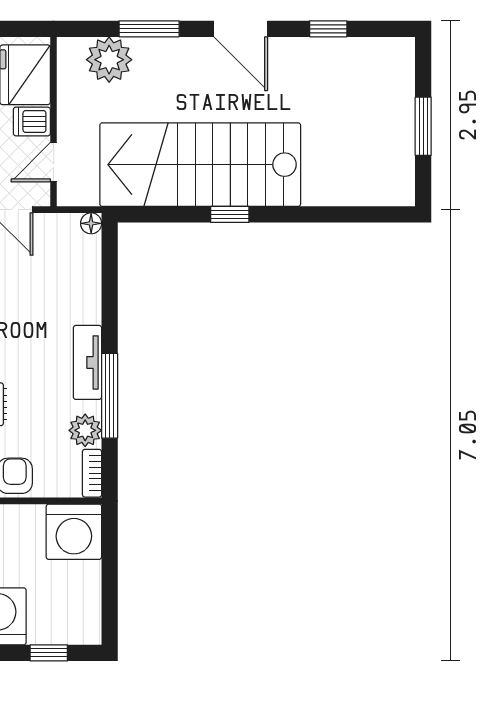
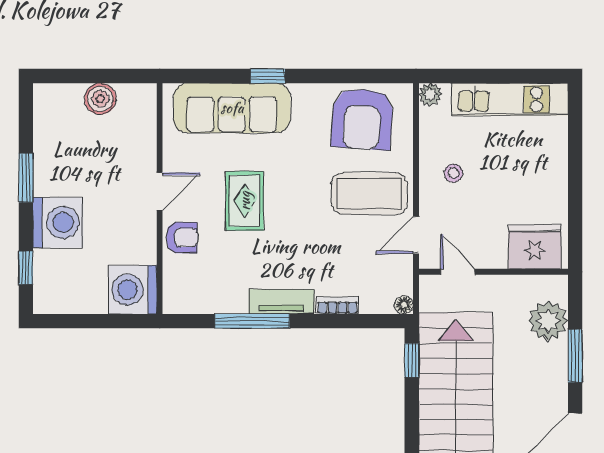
dishwasher: (32, 121) -> (494, 253), removed
window: (230, 214) -> (412, 360), moved
plant: (85, 430) -> (222, 300), removed
bookcase: (92, 473) -> (337, 306), moved

